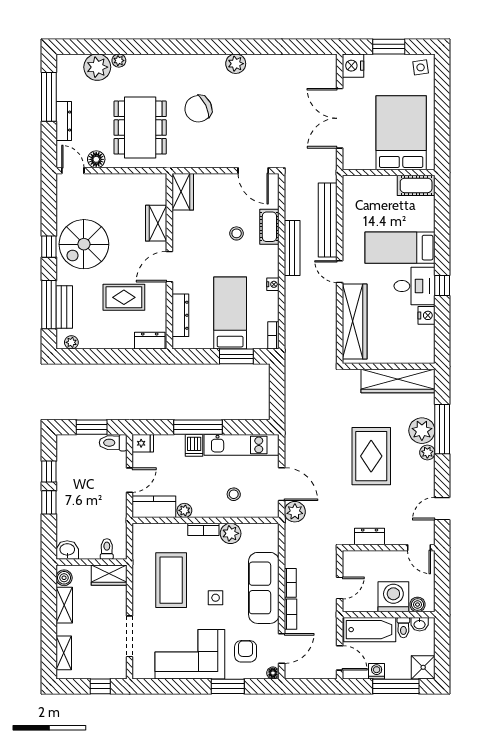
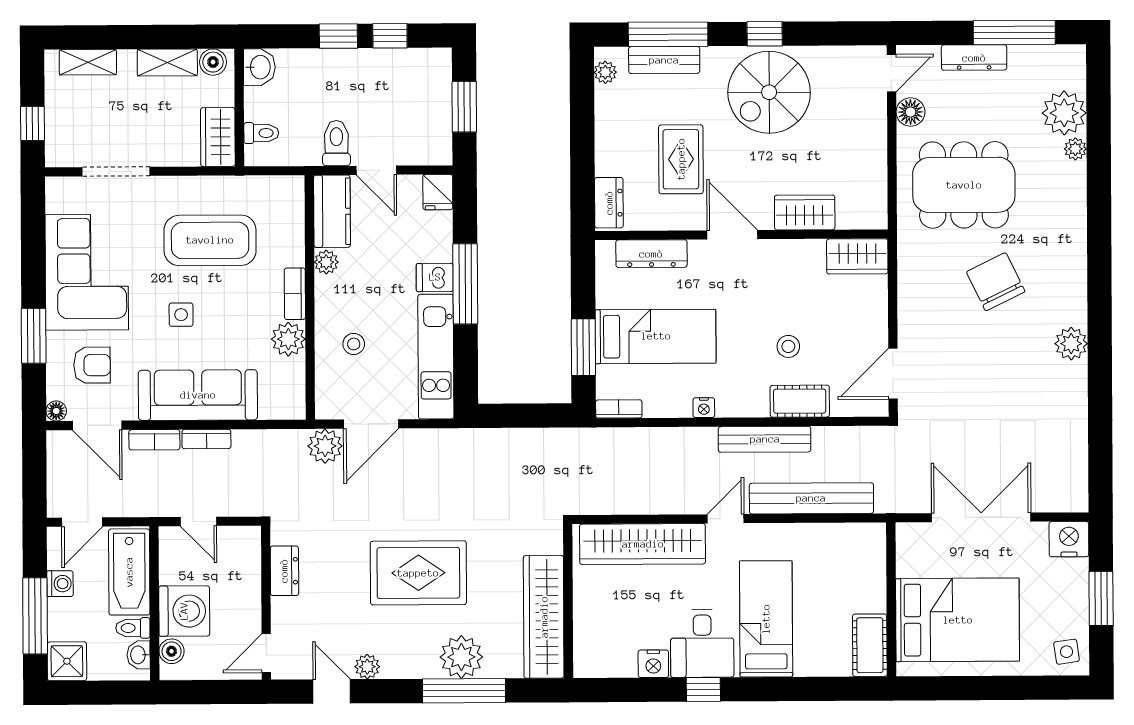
spiral stairs: (84, 244) -> (769, 92), turned -90
toilet: (113, 443) -> (336, 143), moved
plant: (427, 453) -> (367, 667), moved

